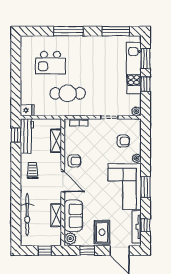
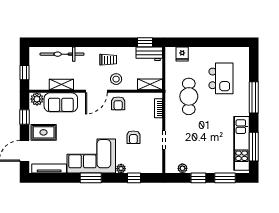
kitchen island: (50, 63) -> (221, 78), turned 180
kitchen unit: (134, 68) -> (242, 143), moved, turned -90
fridge: (27, 110) -> (182, 54), moved
plant: (136, 111) -> (182, 168), moved
workbench: (27, 136) -> (149, 54), width x0.73
shelving: (56, 141) -> (150, 84), moved
armchair: (123, 141) -> (133, 137), moved
stool: (51, 163) -> (116, 79), added
window: (145, 225) -> (134, 178), moved

